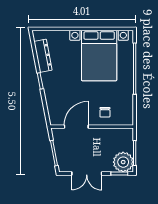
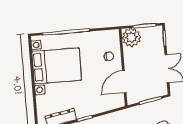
door: (76, 127) -> (124, 82), hinge flipped
plant: (123, 162) -> (131, 37), moved

